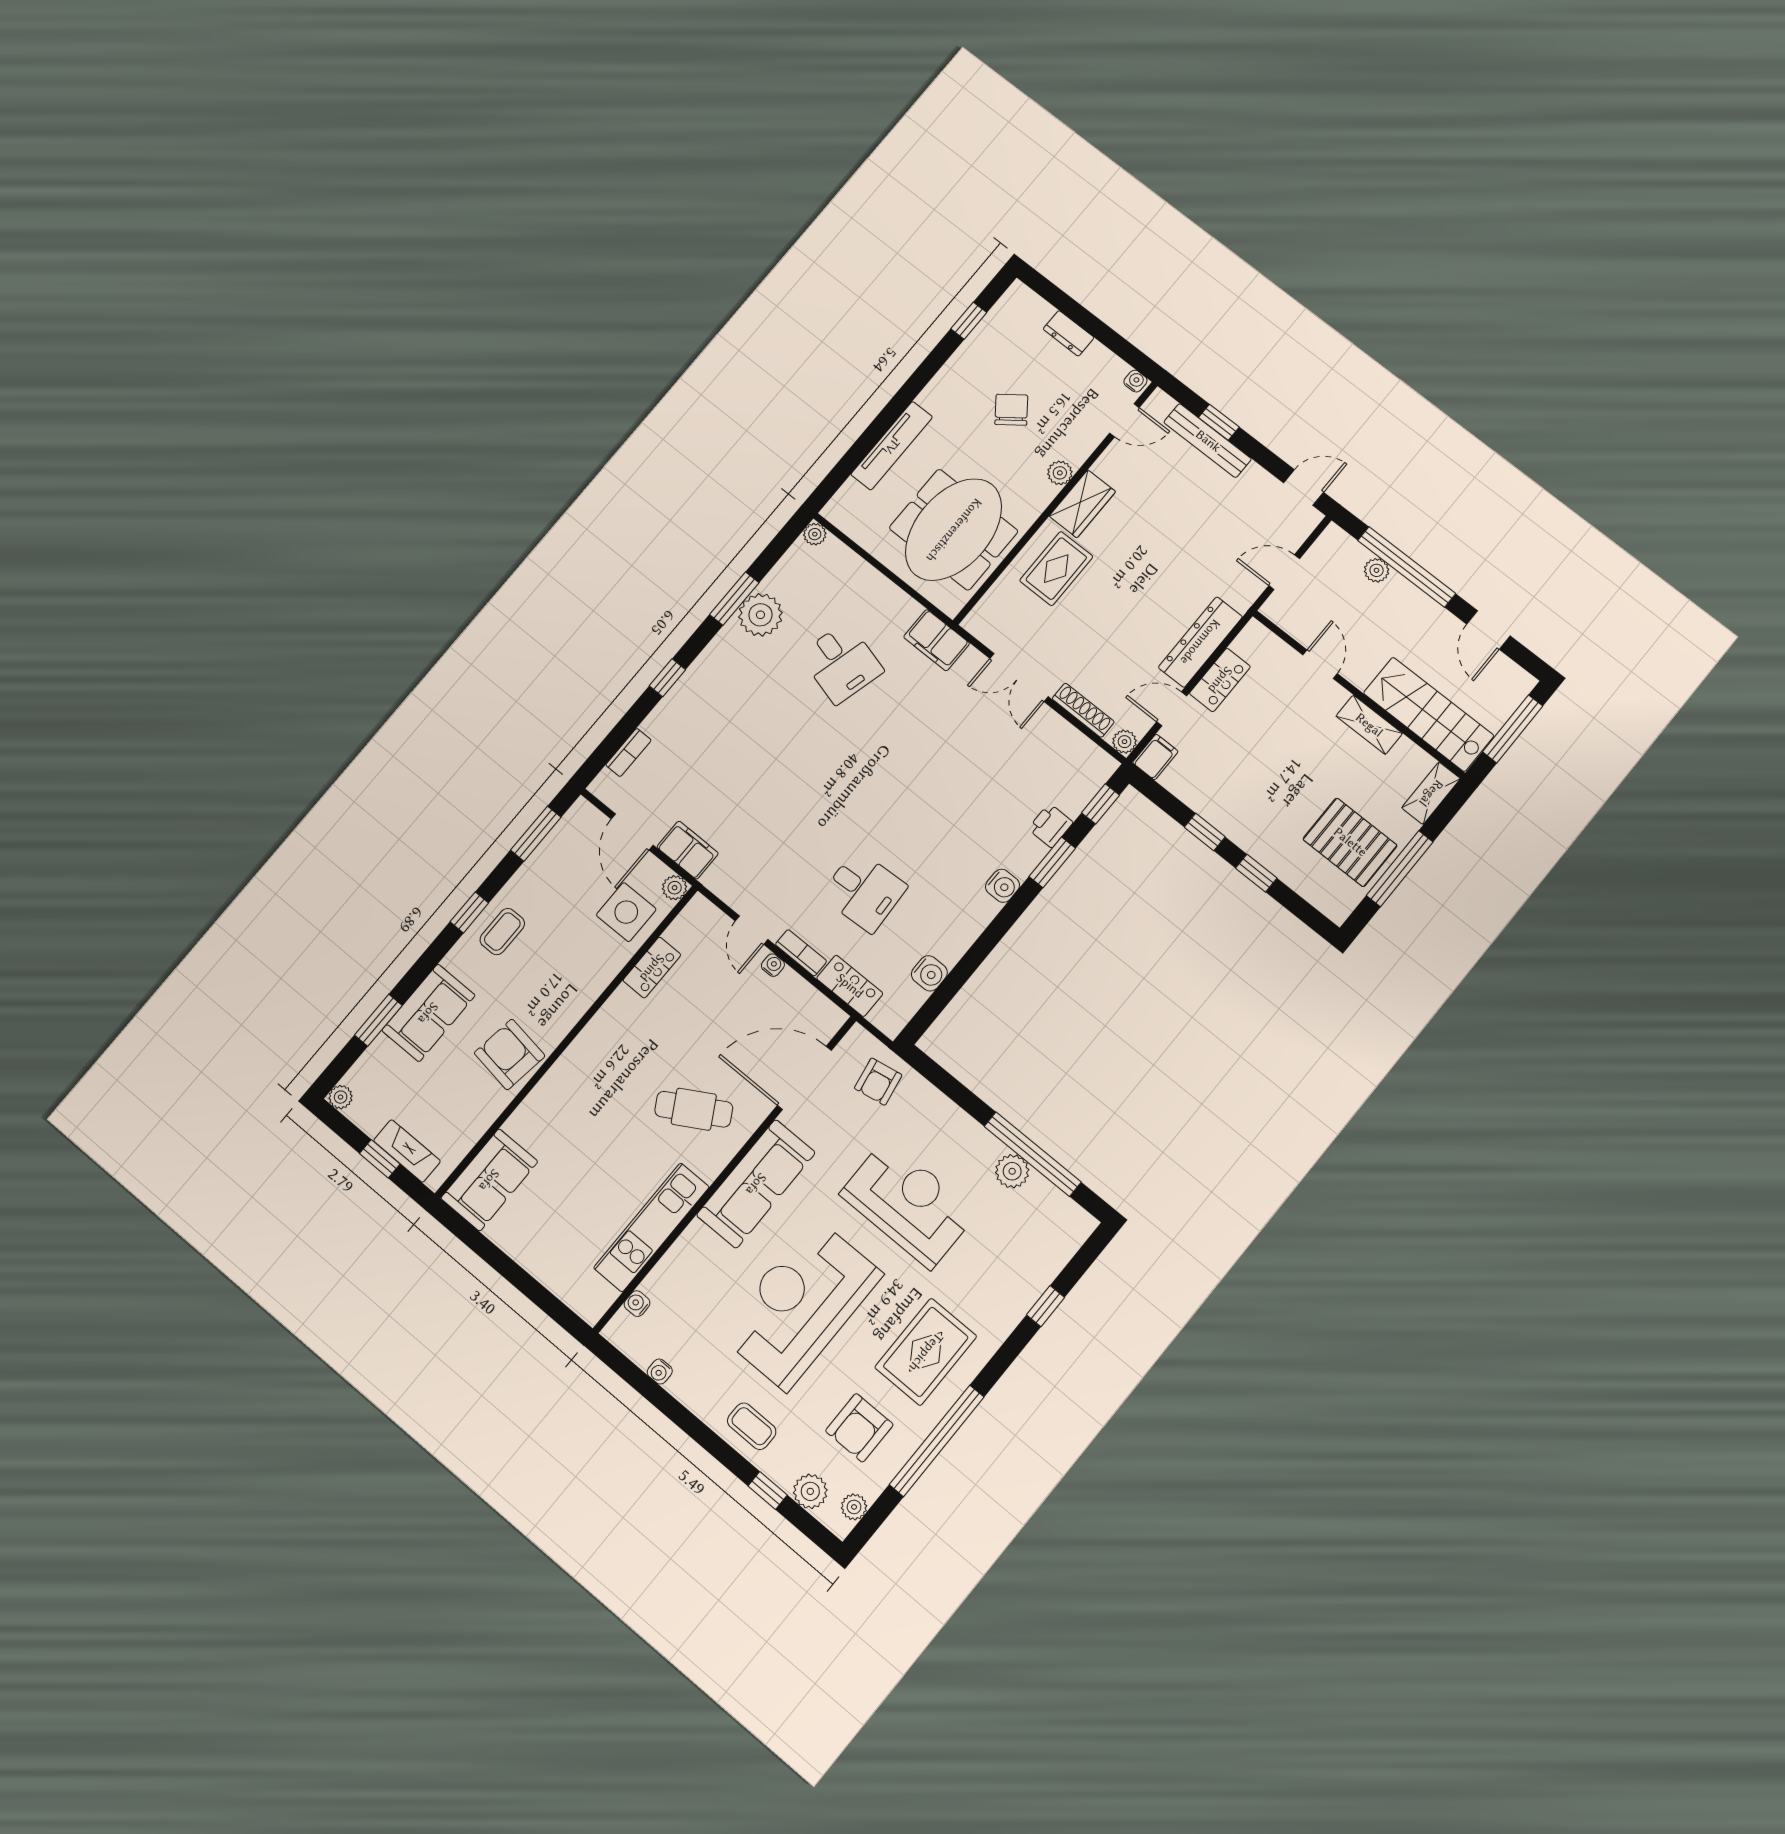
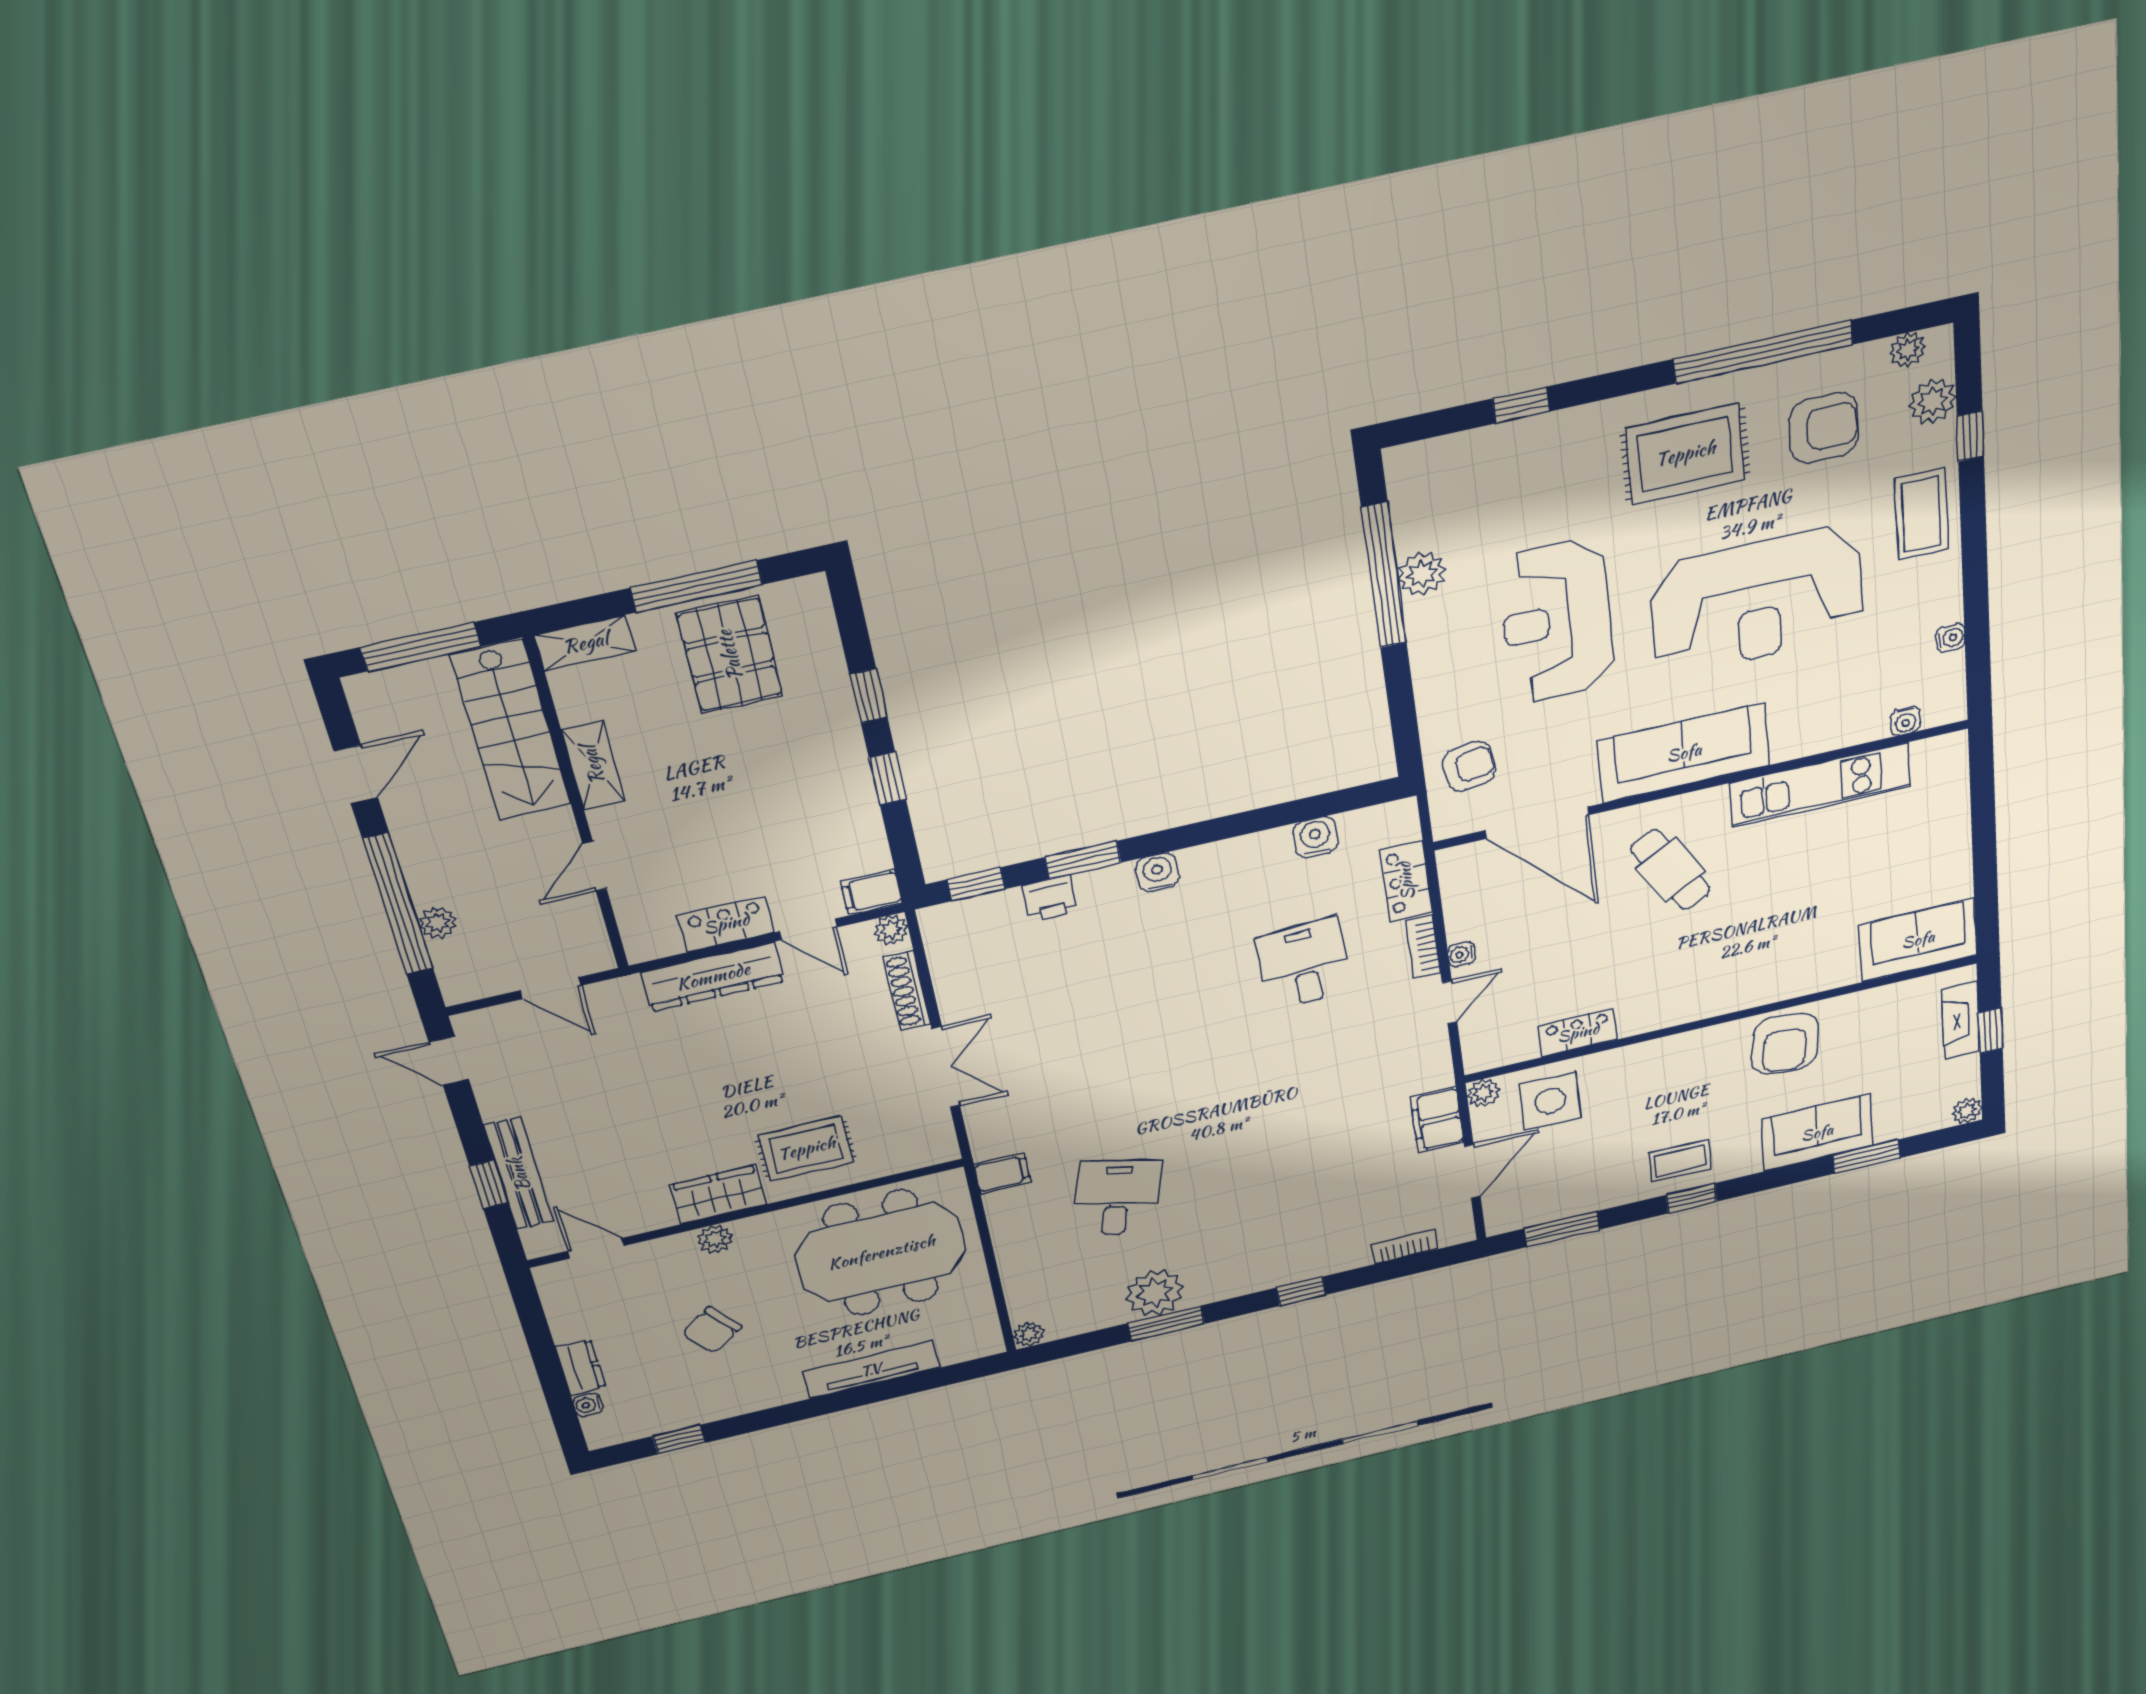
water cooler: (1135, 381) -> (588, 1405), moved
filing cabinet: (937, 640) -> (1002, 1173), width x0.50
coffee table: (752, 1426) -> (1922, 514), width x1.36, depth x1.30

